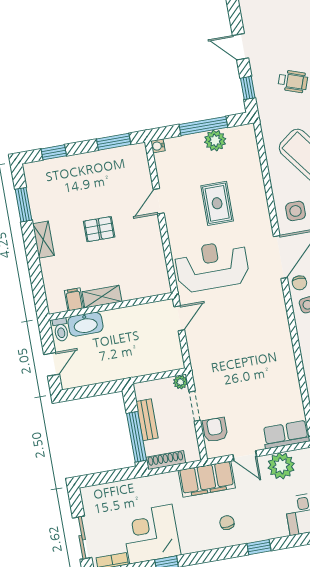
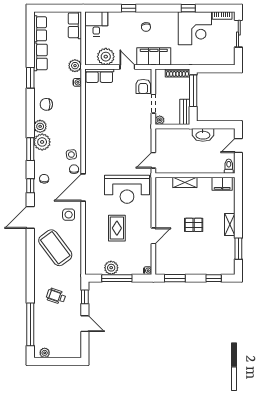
shelving: (102, 297) -> (185, 182), moved
filing cabinet: (74, 299) -> (222, 184), width x2.00
washbasin: (85, 324) -> (203, 135), moved, turned 180
bench: (147, 420) -> (185, 112), moved

